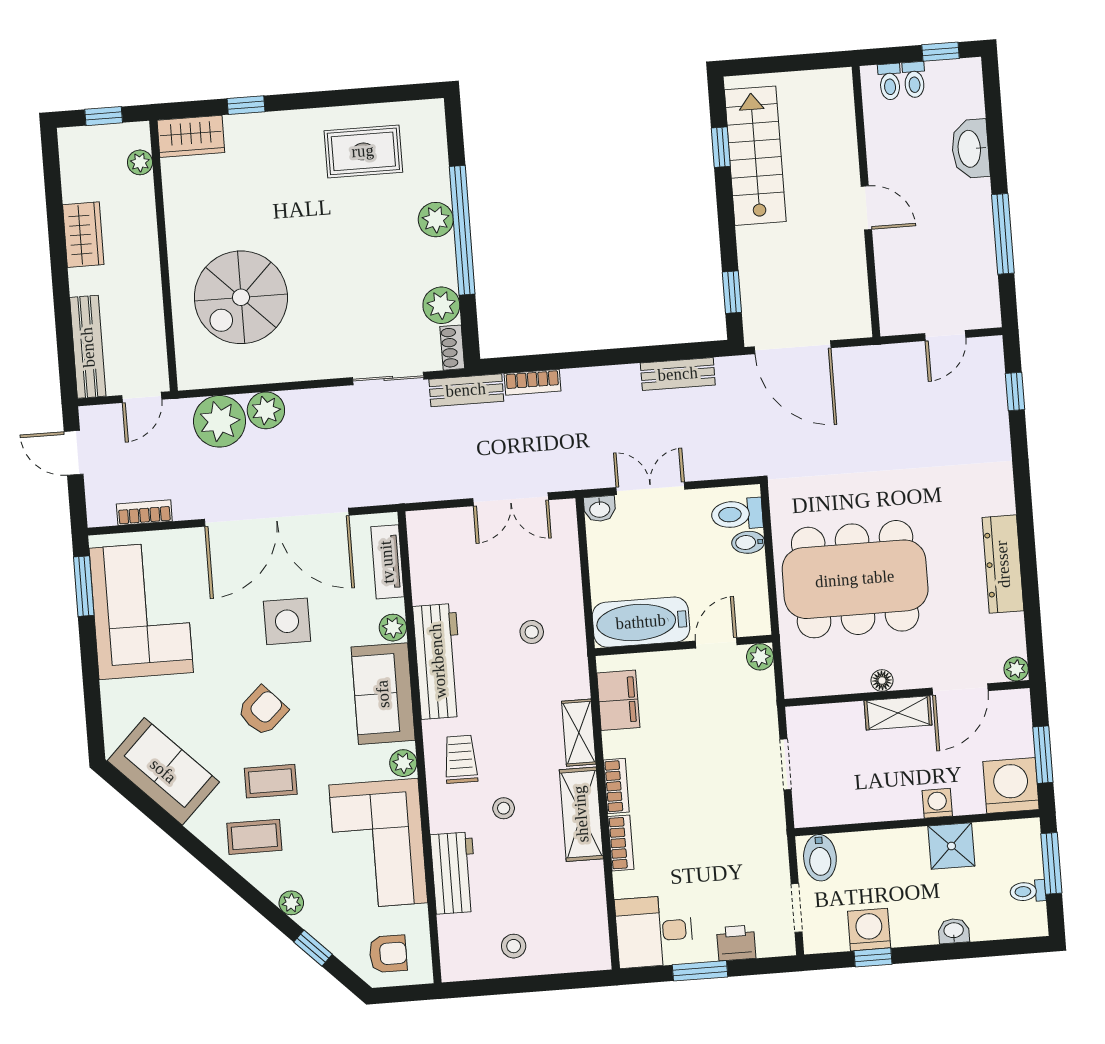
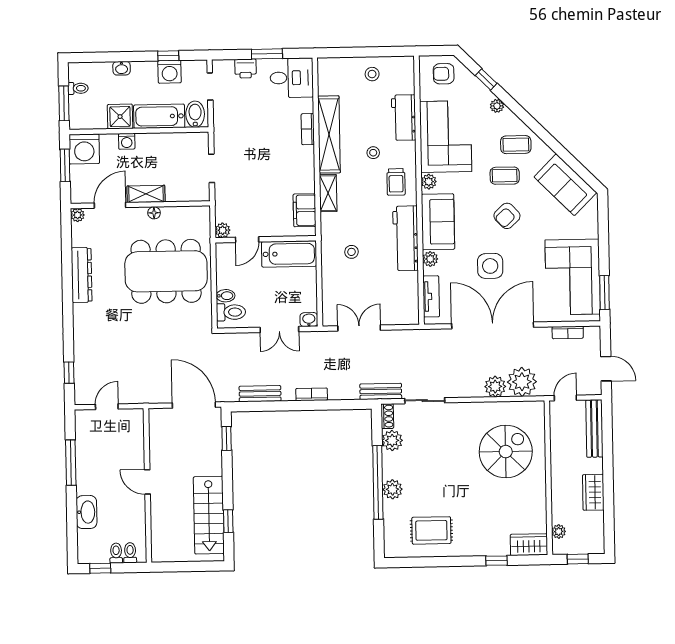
bookcase: (532, 382) -> (312, 394), moved
bookcase: (616, 786) -> (308, 162), removed
shelving: (581, 814) -> (329, 134), width x1.47
bathtub: (883, 850) -> (159, 116), added

